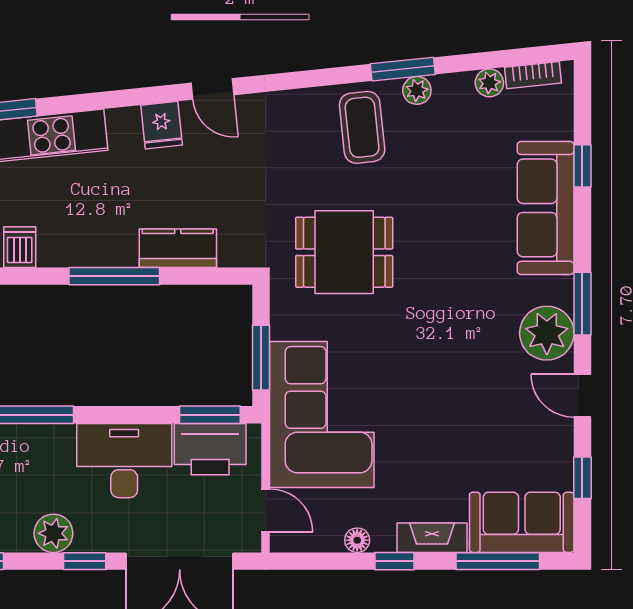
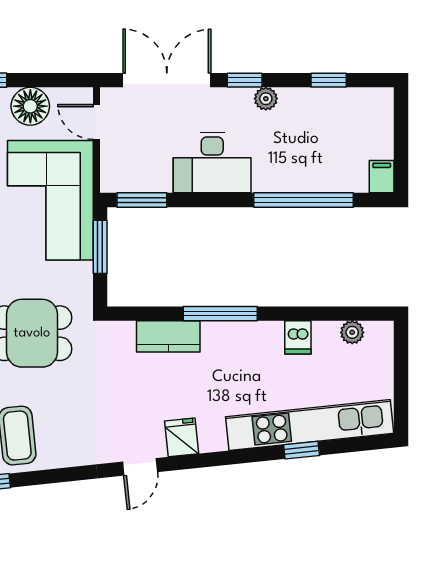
door: (212, 89) -> (140, 467), swing flipped
printer: (210, 449) -> (142, 172), removed
plant: (53, 533) -> (266, 99), width x0.73, depth x0.73
floor lamp: (357, 540) -> (30, 106), width x1.89, depth x1.89

